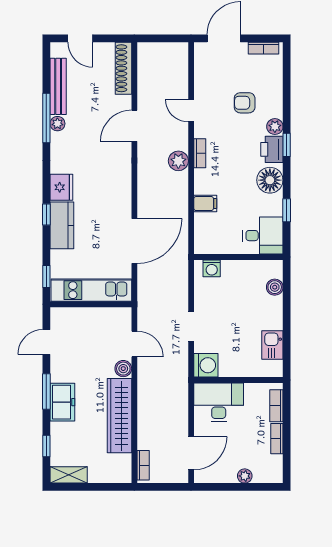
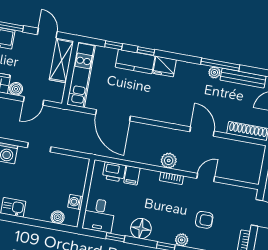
armchair: (245, 103) -> (204, 220), turned 90
printer: (272, 149) -> (114, 172), moved, turned 180
washing machine: (212, 268) -> (75, 202), moved
window: (46, 276) -> (114, 45), moved
shelving: (77, 318) -> (61, 60), added

